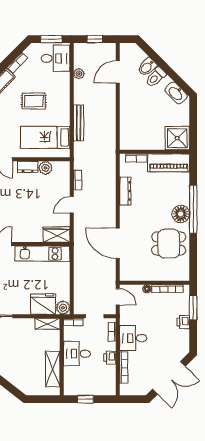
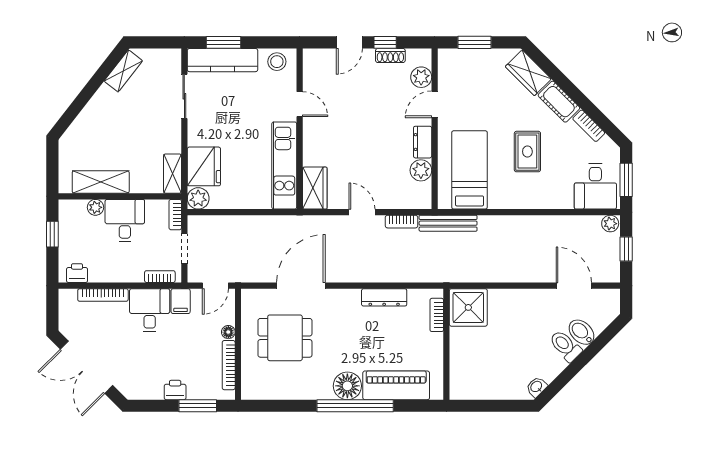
plant: (79, 74) -> (610, 224), moved
washbasin: (176, 93) -> (537, 387), width x0.52, depth x0.69
bench: (79, 123) -> (448, 223), moved
shower: (177, 138) -> (468, 307), moved
piano: (169, 163) -> (396, 385), moved, turned 90
dining table: (169, 244) -> (285, 338), moved, turned 90
filing cabinet: (128, 319) -> (181, 301), added
printer: (110, 357) -> (77, 273), moved
plant: (69, 372) -> (95, 207), added

